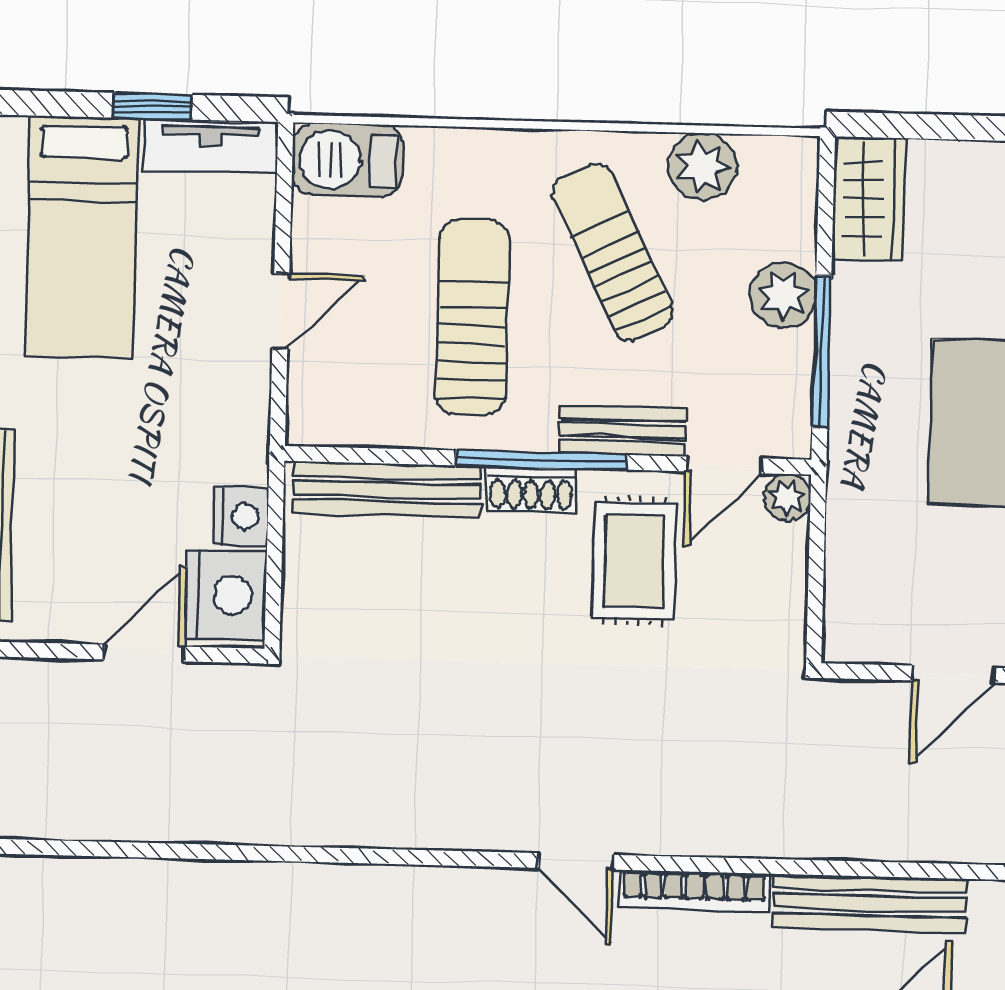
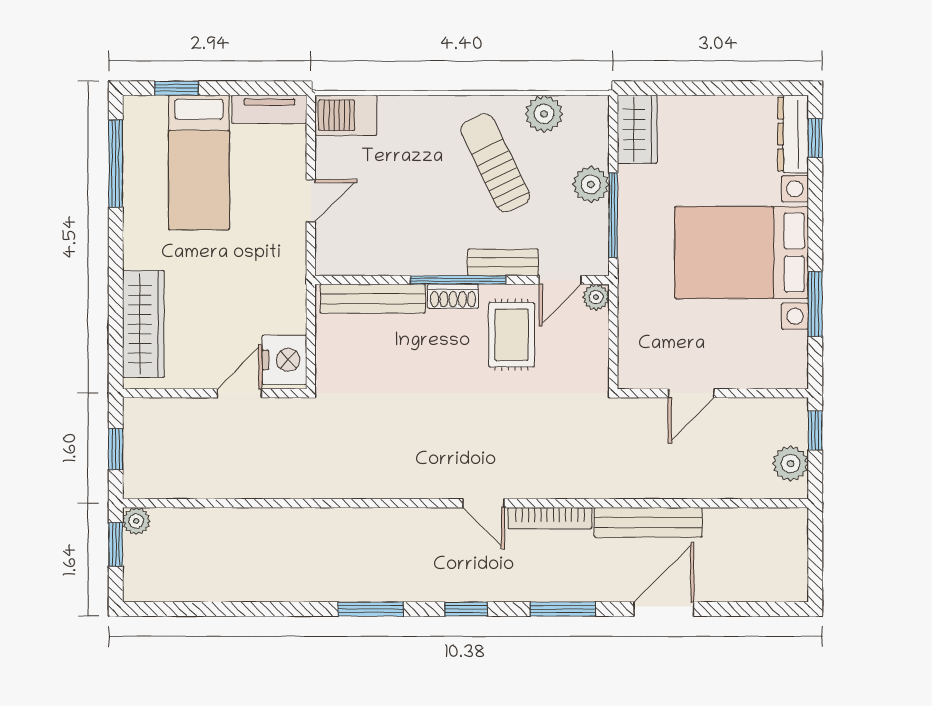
window: (152, 106) -> (176, 88), moved
sun lounger: (472, 317) -> (418, 201), removed
nightstand: (241, 517) -> (292, 316), removed

